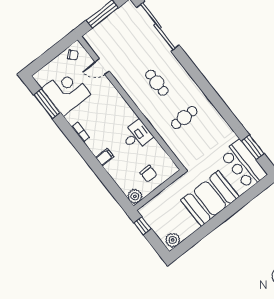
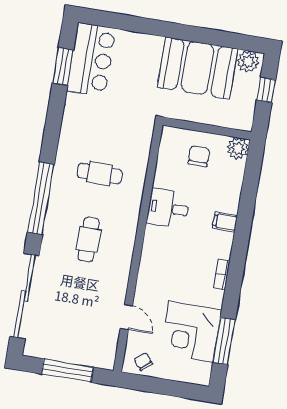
window: (198, 78) -> (41, 198), added
booth: (210, 198) -> (197, 68), moved
window: (143, 226) -> (266, 90), moved

